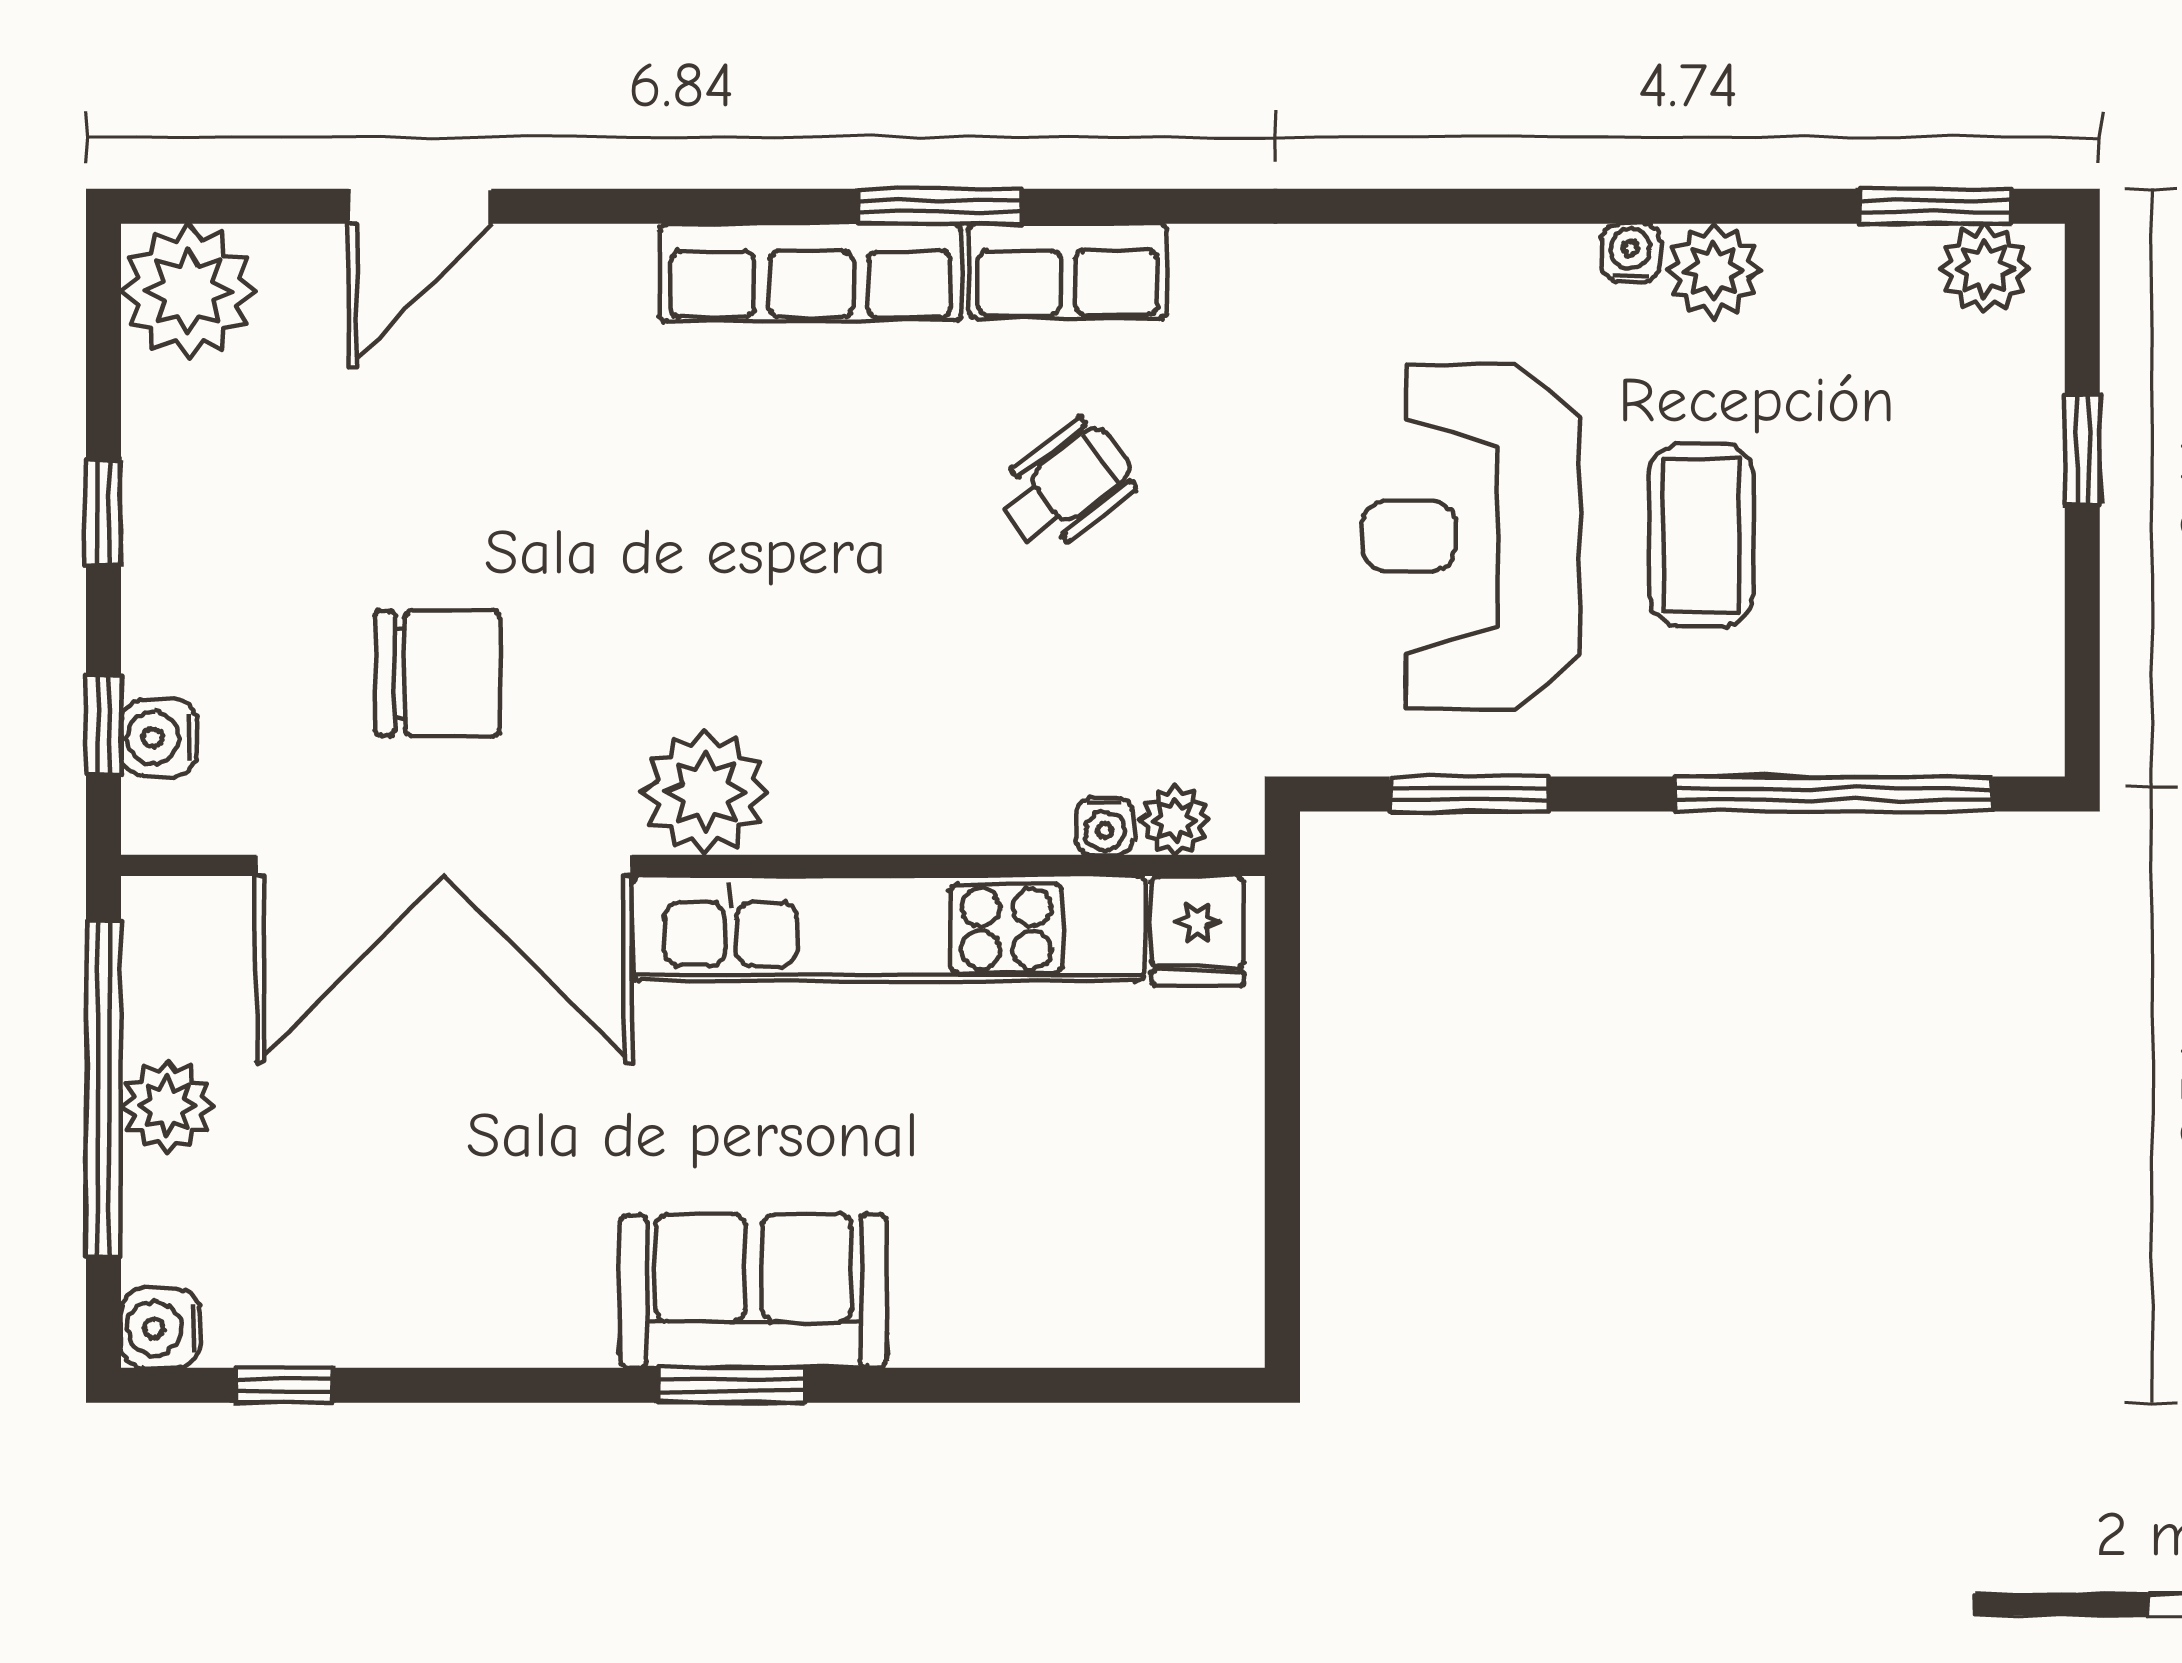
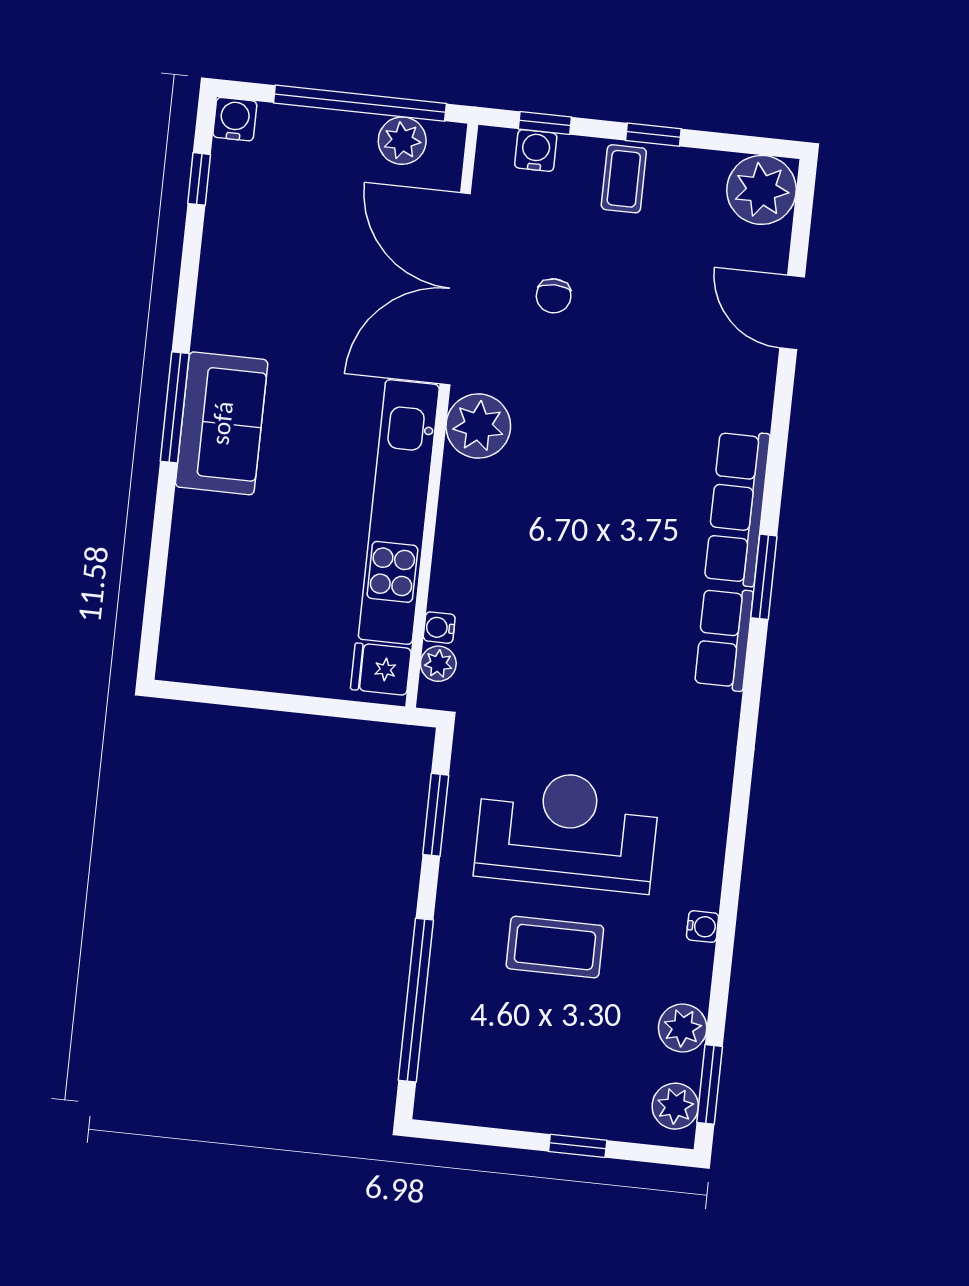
plant: (1714, 271) -> (683, 1028), moved
wheelchair: (1066, 486) -> (615, 626), removed
coffee table: (195, 561) -> (624, 179), added
chair: (437, 673) -> (554, 296), width x0.54, depth x0.54
plant: (167, 1106) -> (402, 141), moved
window: (732, 1385) -> (175, 407), width x1.44

